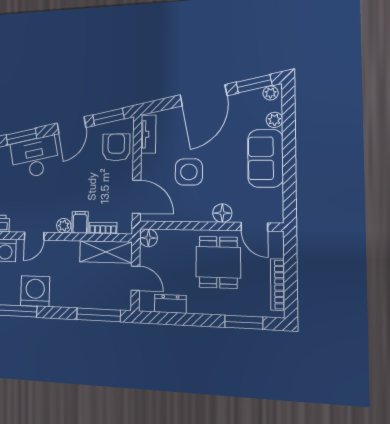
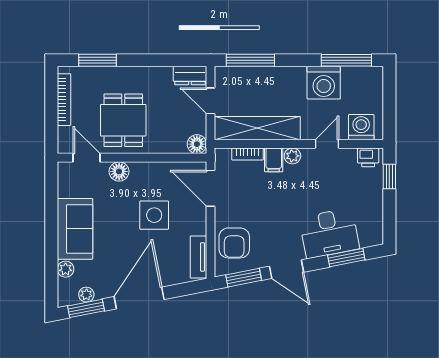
plant: (271, 93) -> (86, 295), moved
door: (71, 125) -> (286, 269), swing flipped
shelving: (106, 252) -> (257, 128), width x1.47
dresser: (170, 304) -> (190, 76), moved

